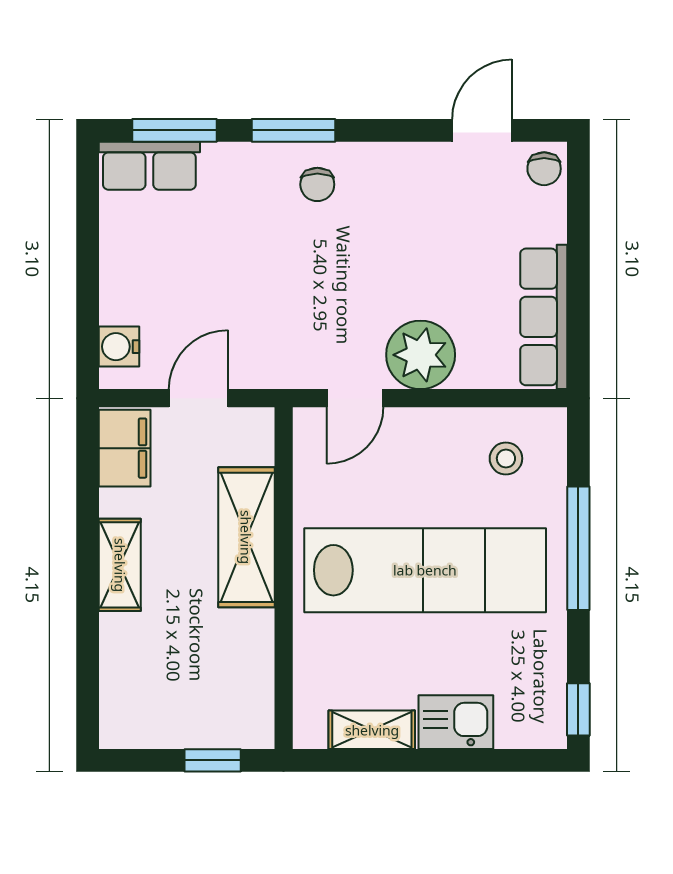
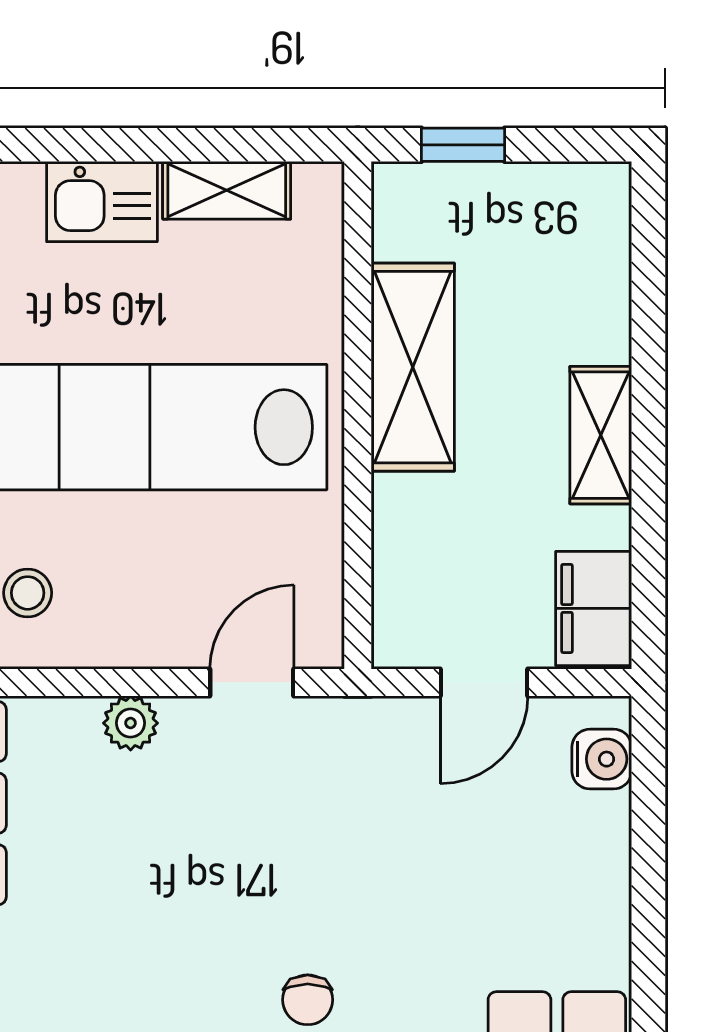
chair: (317, 184) -> (308, 1000), turned 180
plant: (421, 355) -> (131, 723), width x0.53, depth x0.53
shelving: (246, 537) -> (413, 367), moved

